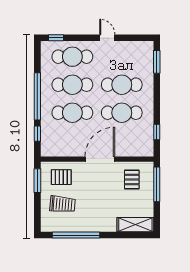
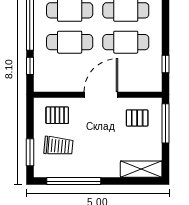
pallet: (132, 180) -> (137, 118), turned 90
window: (37, 181) -> (30, 152), moved

